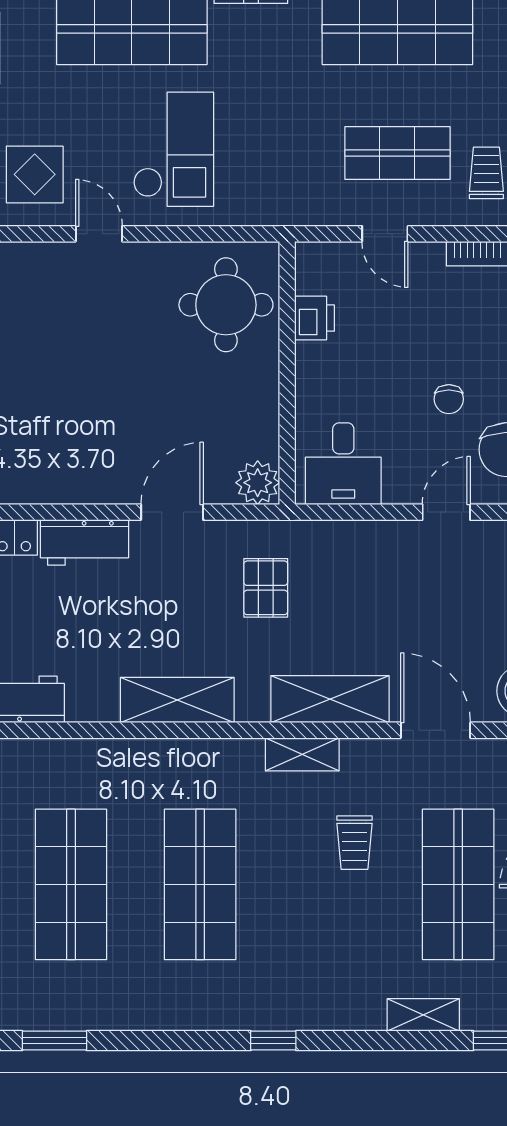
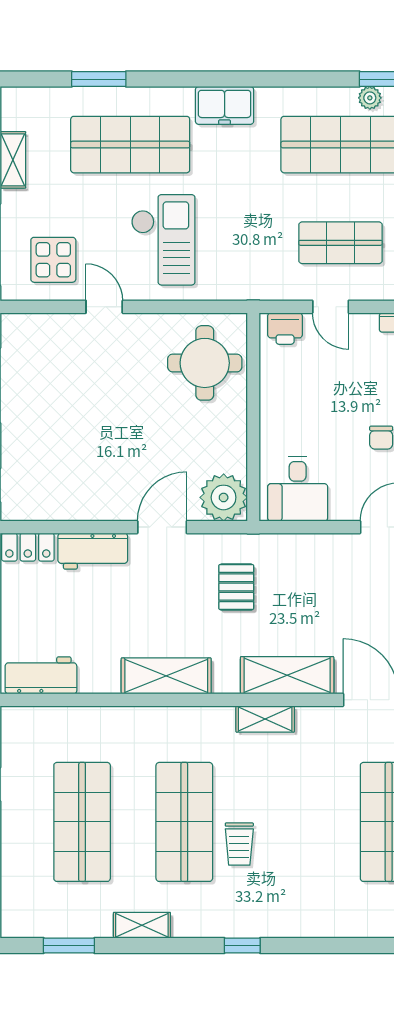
printer: (315, 318) -> (285, 329), moved, turned 90
plant: (258, 483) -> (224, 497), width x1.36, depth x1.36
trolley: (355, 843) -> (239, 844), moved
shelving: (423, 1015) -> (142, 925), moved

